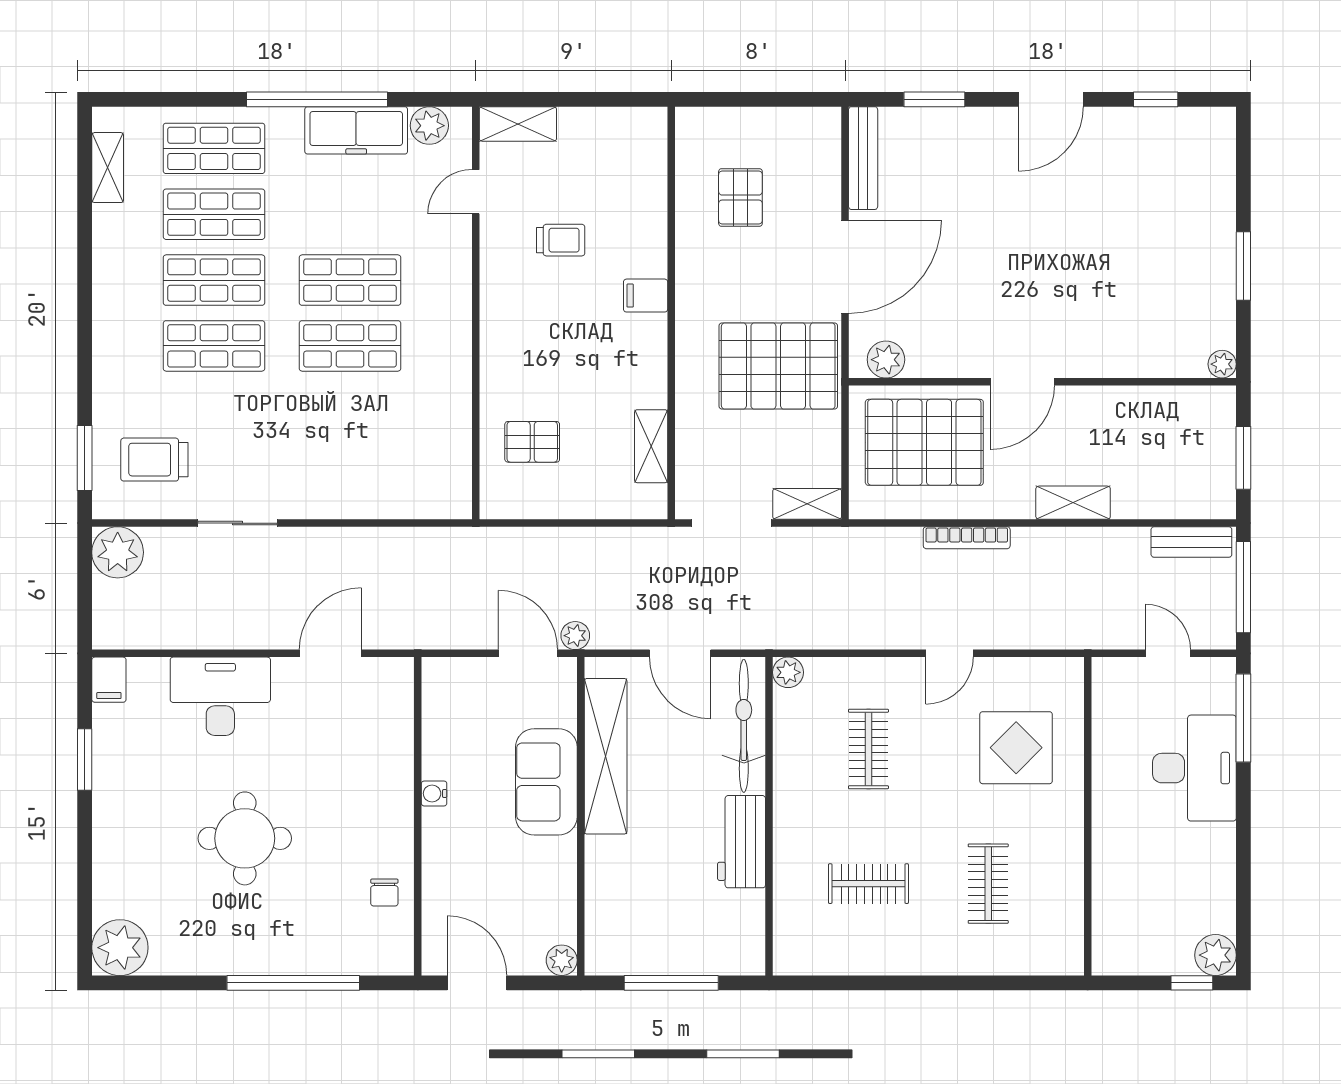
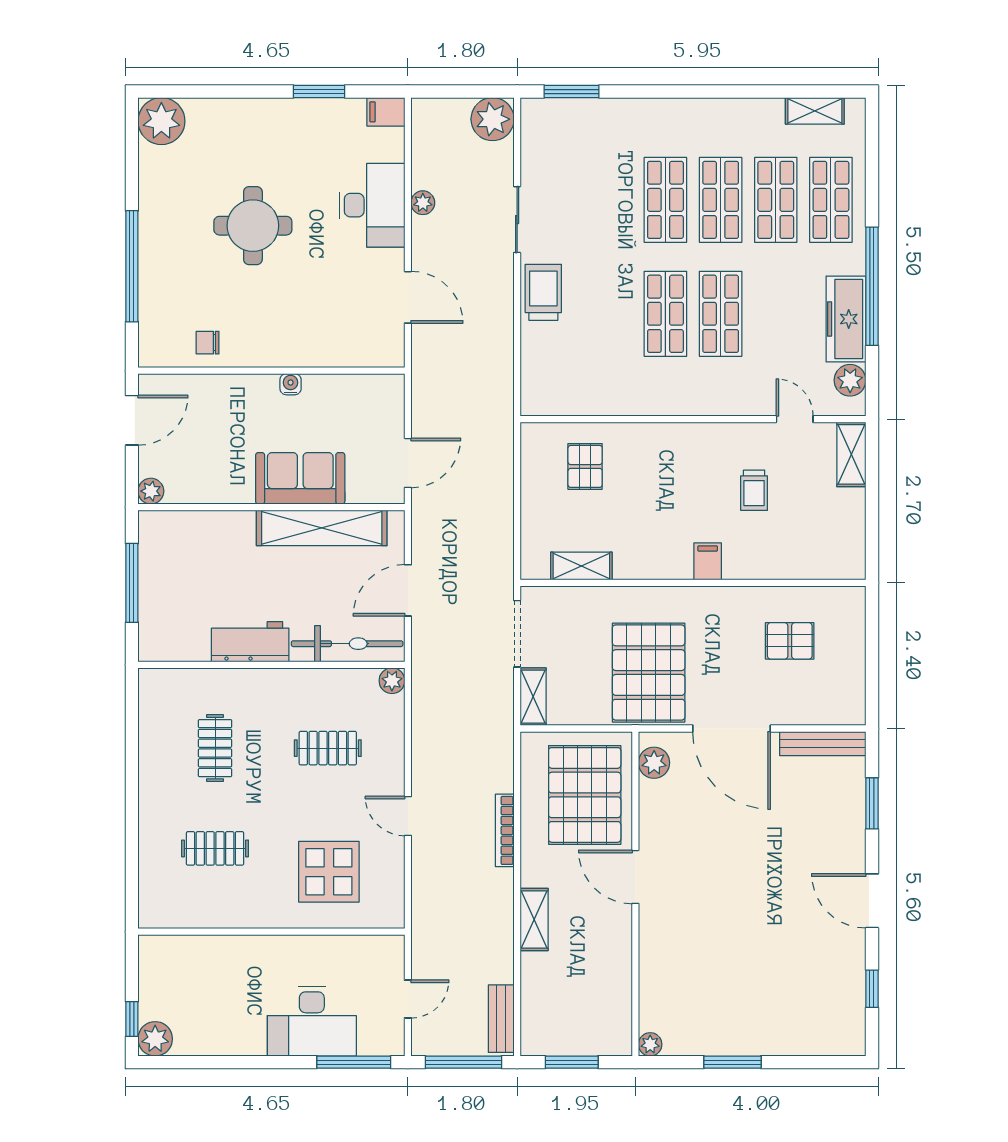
trolley: (154, 460) -> (543, 292), moved
plant: (575, 636) -> (423, 203), moved

